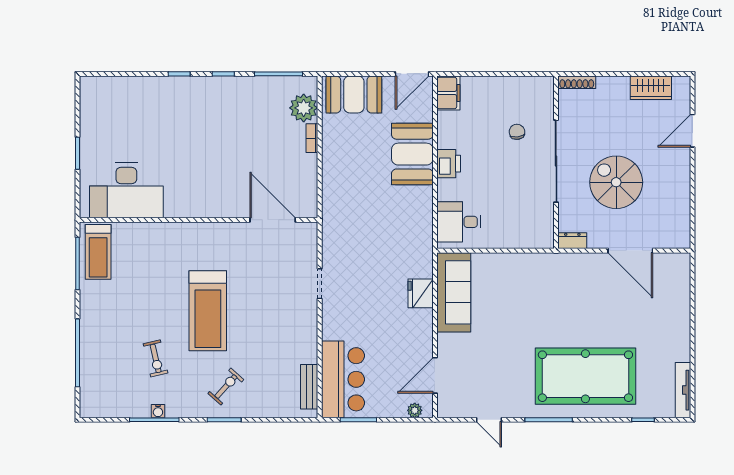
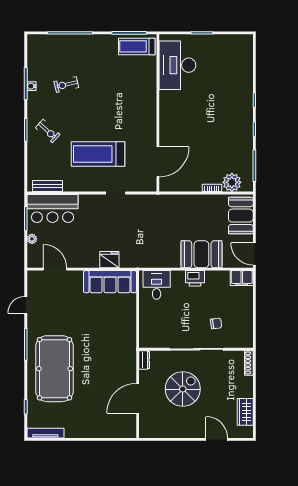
treadmill: (208, 311) -> (98, 154), moved
plant: (415, 410) -> (32, 239), moved

